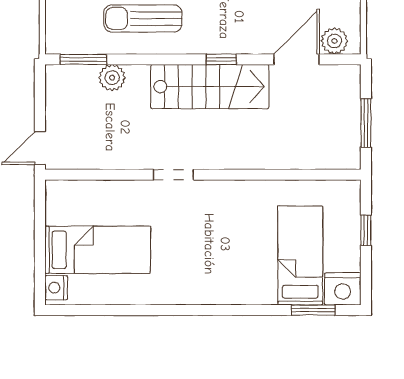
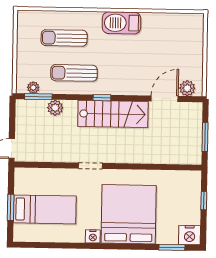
plant: (74, 44) -> (33, 87), added
window: (221, 59) -> (102, 98), moved
window: (40, 247) -> (11, 207), added
bed: (300, 255) -> (129, 214), moved, width x2.04
nightstand: (56, 288) -> (93, 236), moved, turned -90

